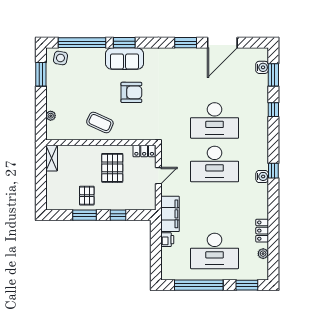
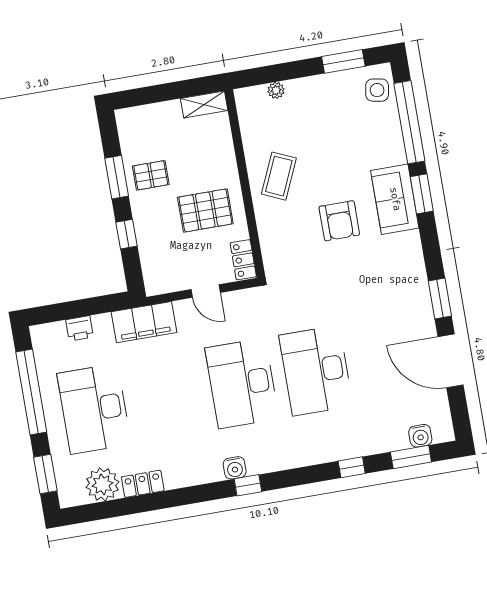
printer: (167, 240) -> (80, 328), moved
plant: (263, 254) -> (102, 484), width x1.88, depth x1.88

